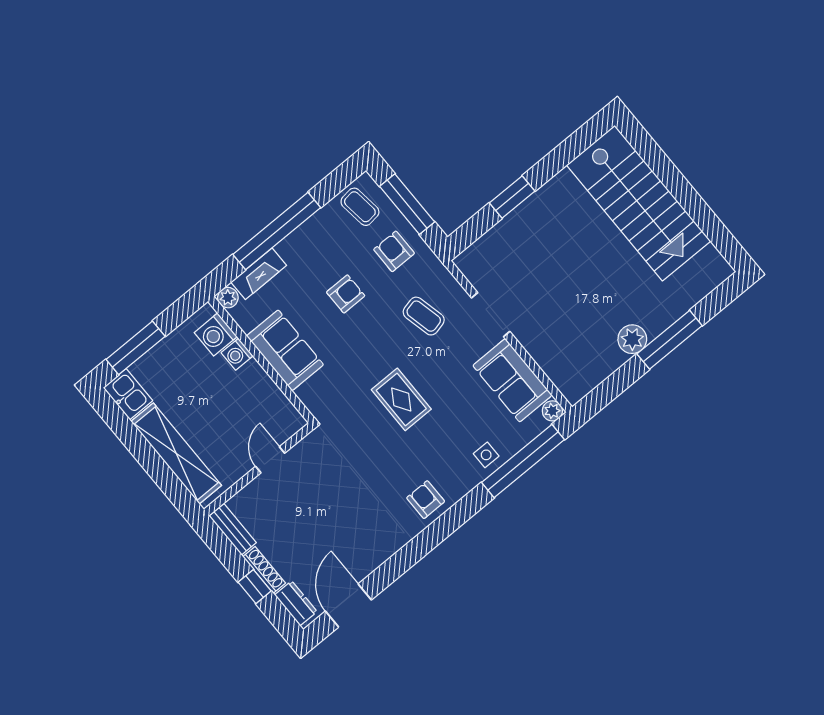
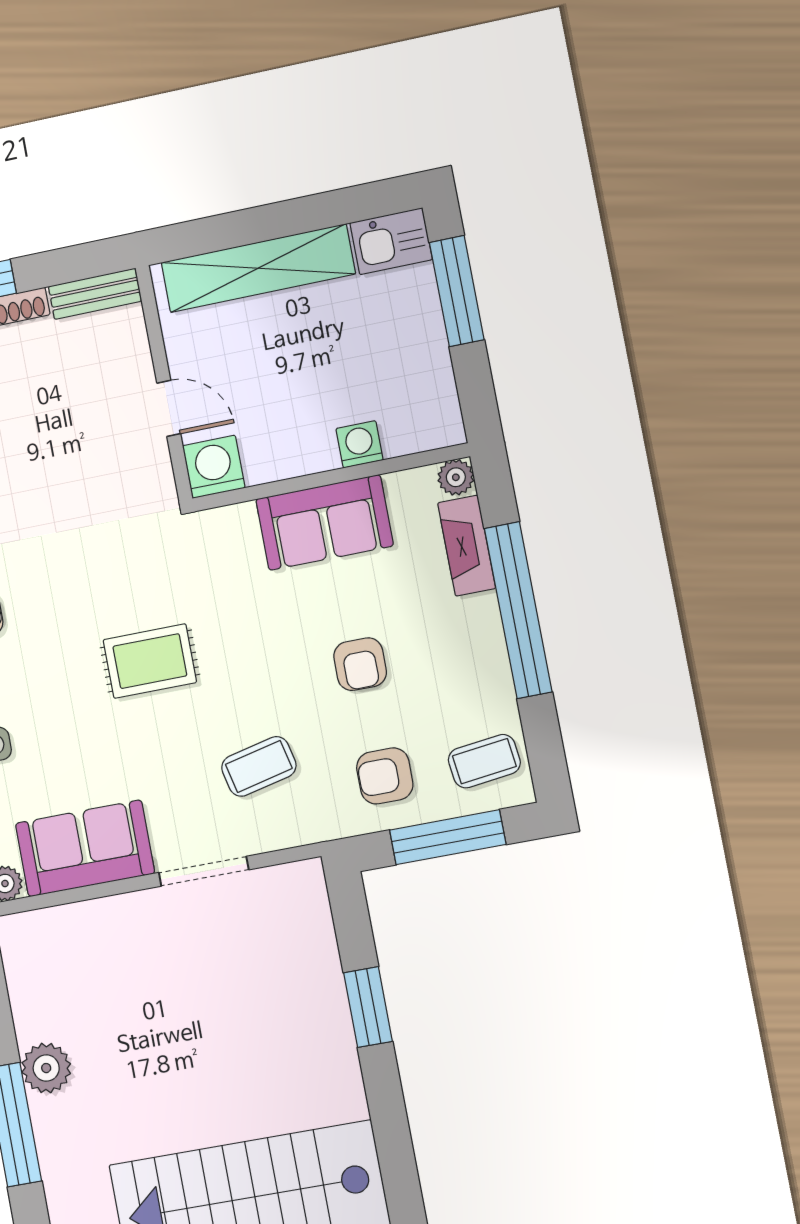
armchair: (394, 251) -> (385, 776), turned 180
washing machine: (216, 335) -> (214, 467), moved

